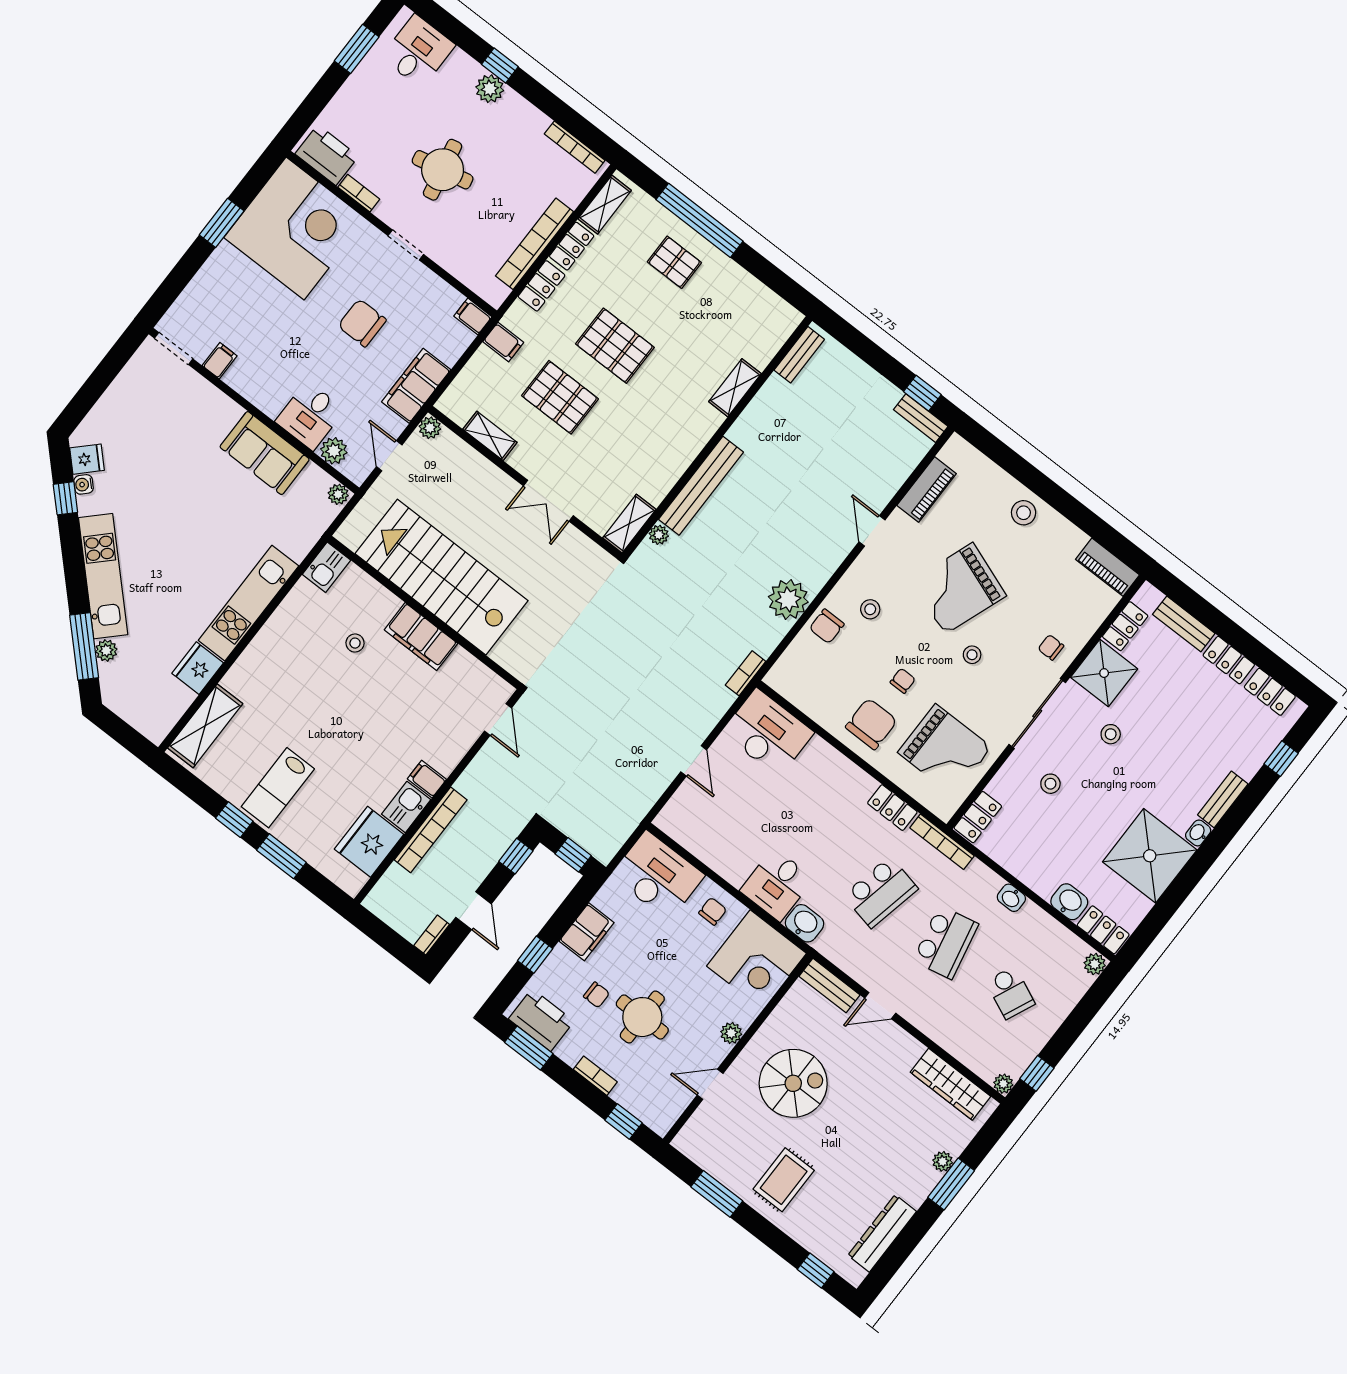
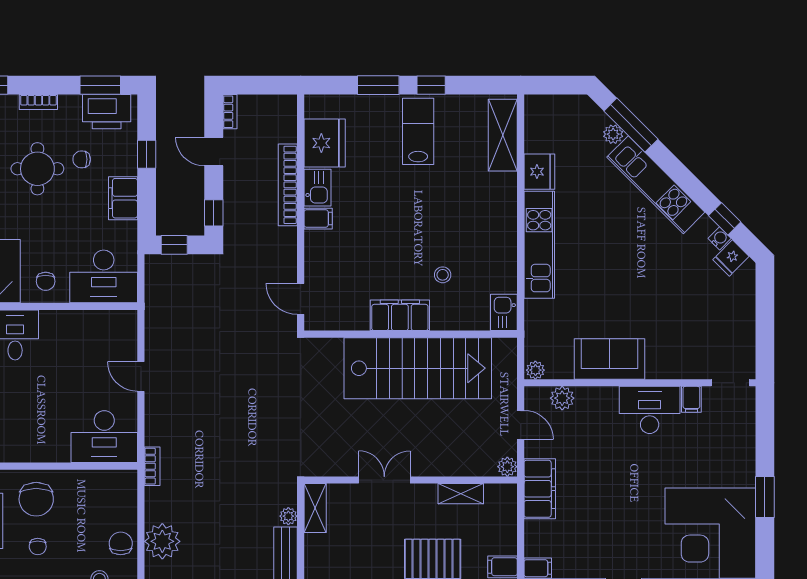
chair: (362, 323) -> (612, 503), removed
desk: (310, 416) -> (650, 410), moved, width x1.37

